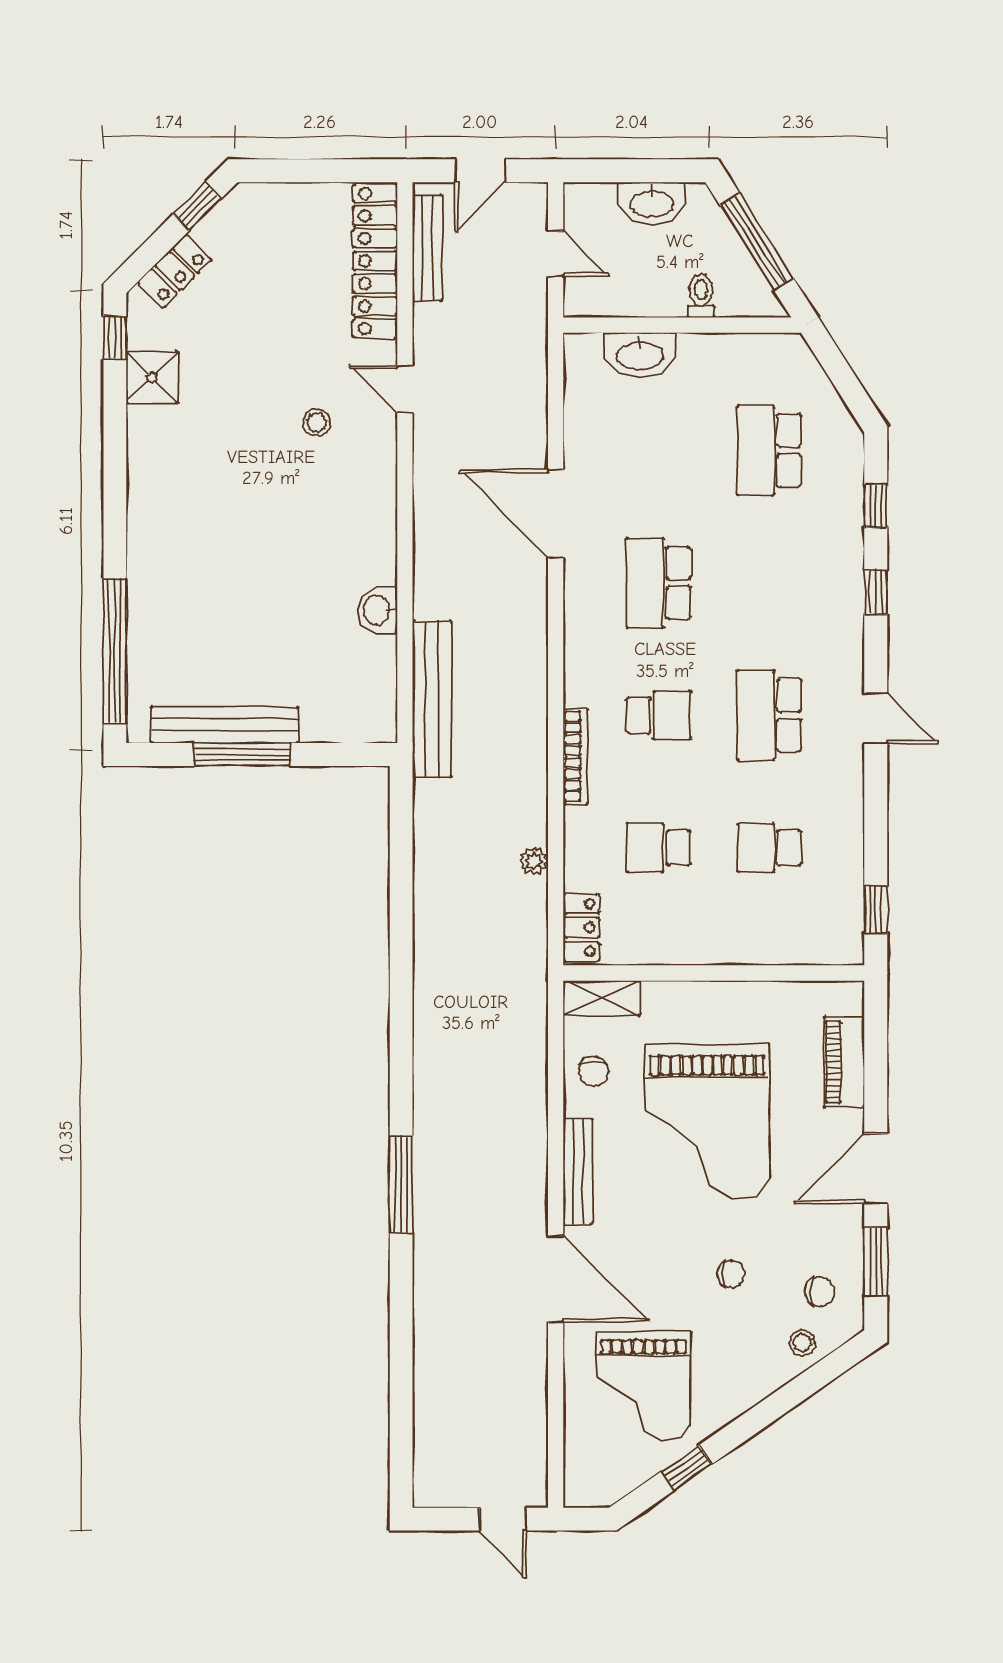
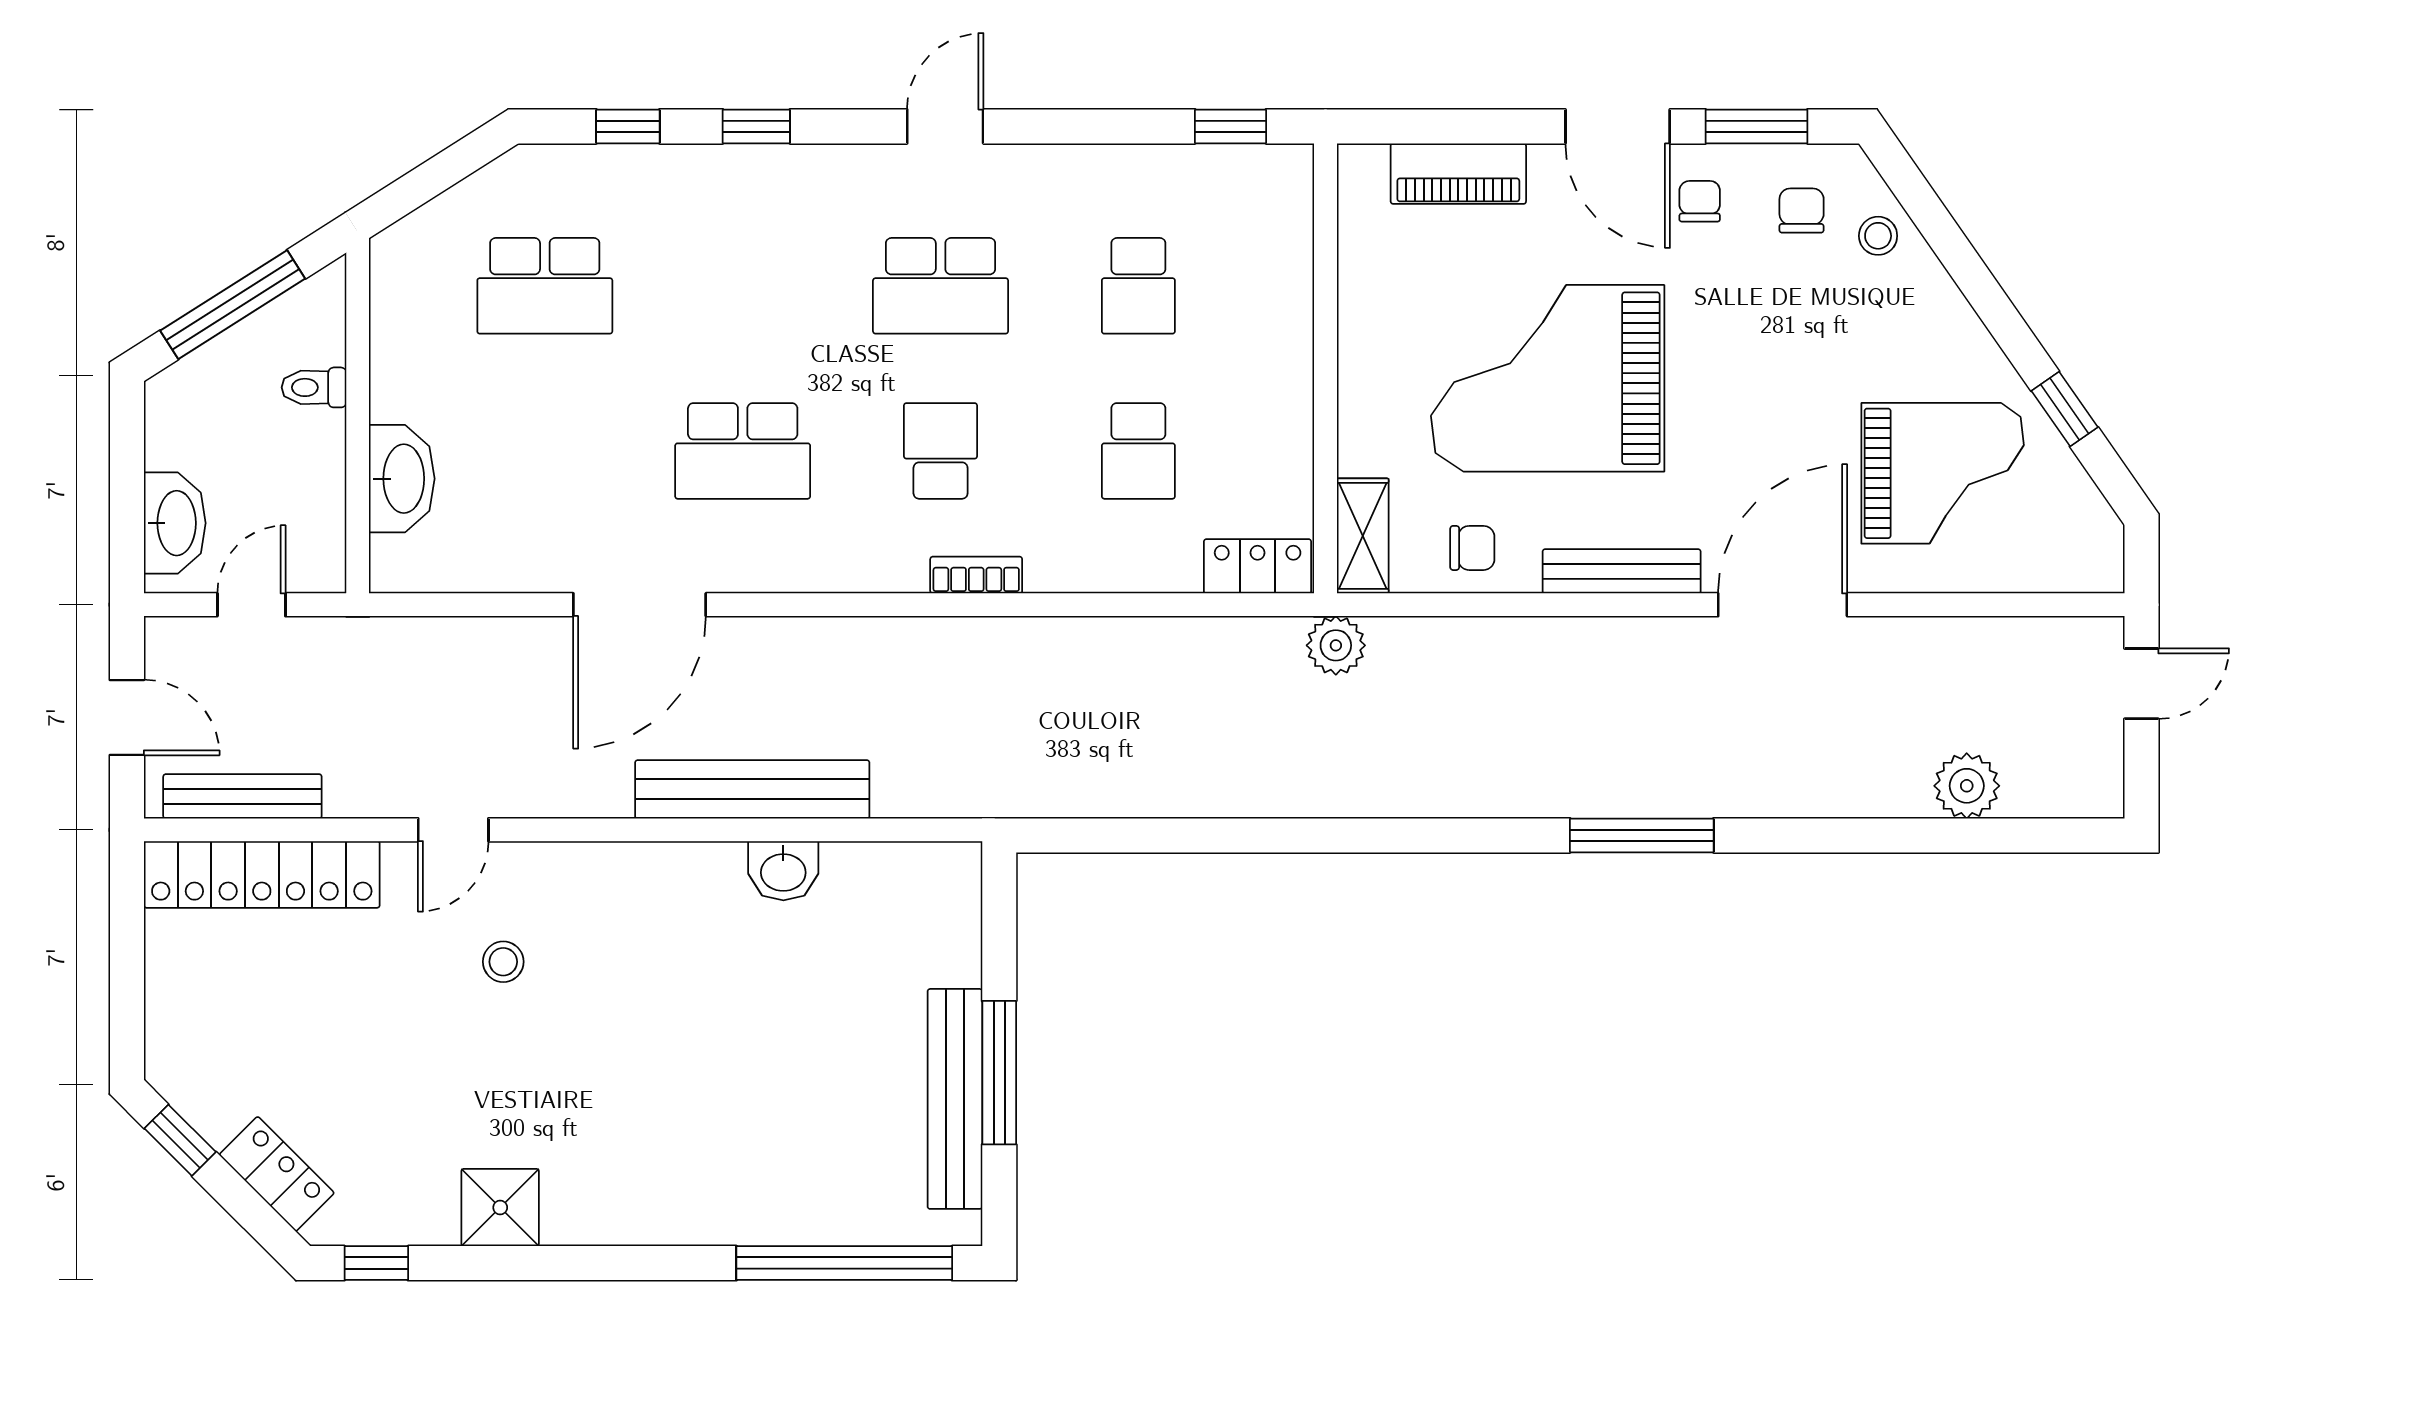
washbasin: (652, 203) -> (175, 523), moved
shower: (152, 377) -> (500, 1207), moved
bench: (432, 699) -> (752, 789), moved
bookcase: (575, 756) -> (976, 575), width x0.64
plant: (534, 861) -> (1336, 645), moved, width x1.38, depth x1.38
grand piano: (707, 1122) -> (1548, 378), turned 180
chair: (731, 1274) -> (1700, 201), moved
plant: (434, 1402) -> (1967, 786), added

